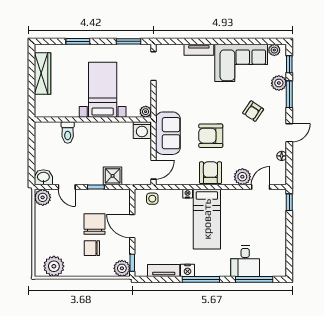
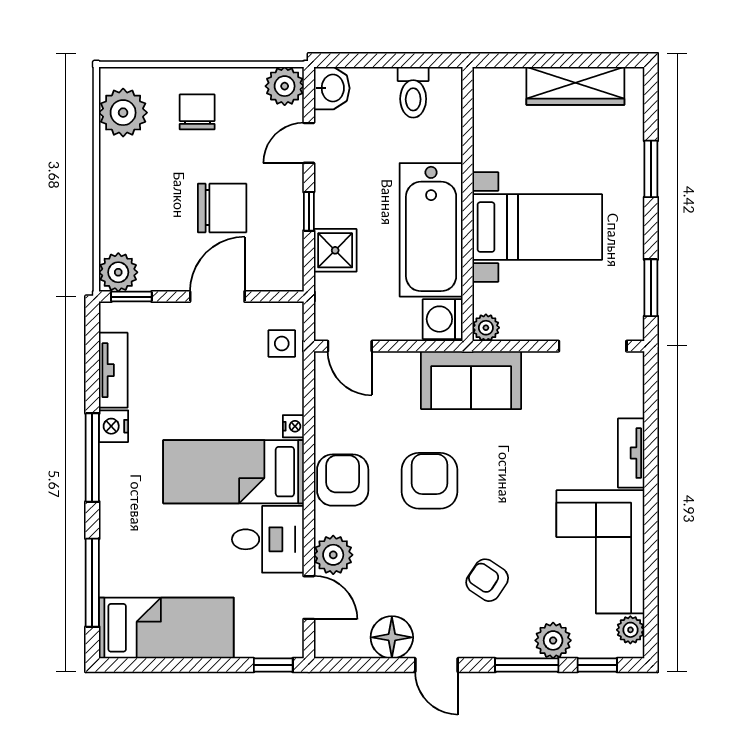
toilet: (68, 132) -> (413, 92), moved, turned -90
sofa: (168, 133) -> (471, 380), moved
bathtub: (104, 135) -> (431, 230), added
floor lamp: (282, 156) -> (392, 637), width x1.89, depth x1.89
armchair: (210, 173) -> (343, 480), turned -90
chair: (92, 248) -> (197, 112), moved
bed: (273, 248) -> (166, 628), added
desk: (245, 261) -> (268, 539), moved, turned 180

